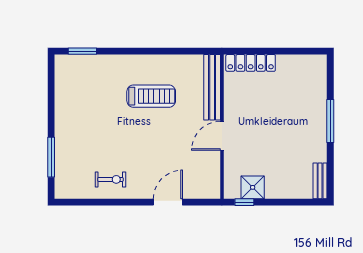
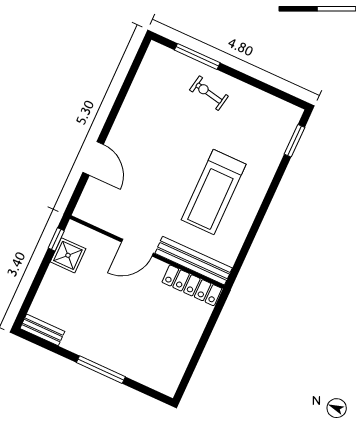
locker: (251, 63) -> (192, 285), moved, turned -90
treadmill: (151, 96) -> (214, 192), width x1.37, depth x1.38
door: (222, 136) -> (137, 248), swing flipped
exercise bike: (110, 179) -> (209, 93), moved, turned 101

